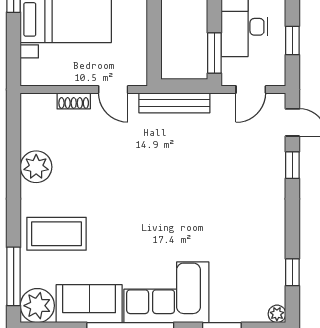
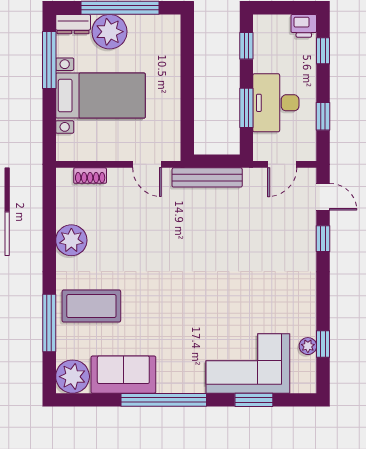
window: (214, 53) -> (246, 108), moved
shoe rack: (74, 101) -> (90, 176), moved
window: (14, 276) -> (49, 323), moved
corner sofa: (166, 292) -> (248, 363), moved
plant: (277, 314) -> (308, 346), moved

